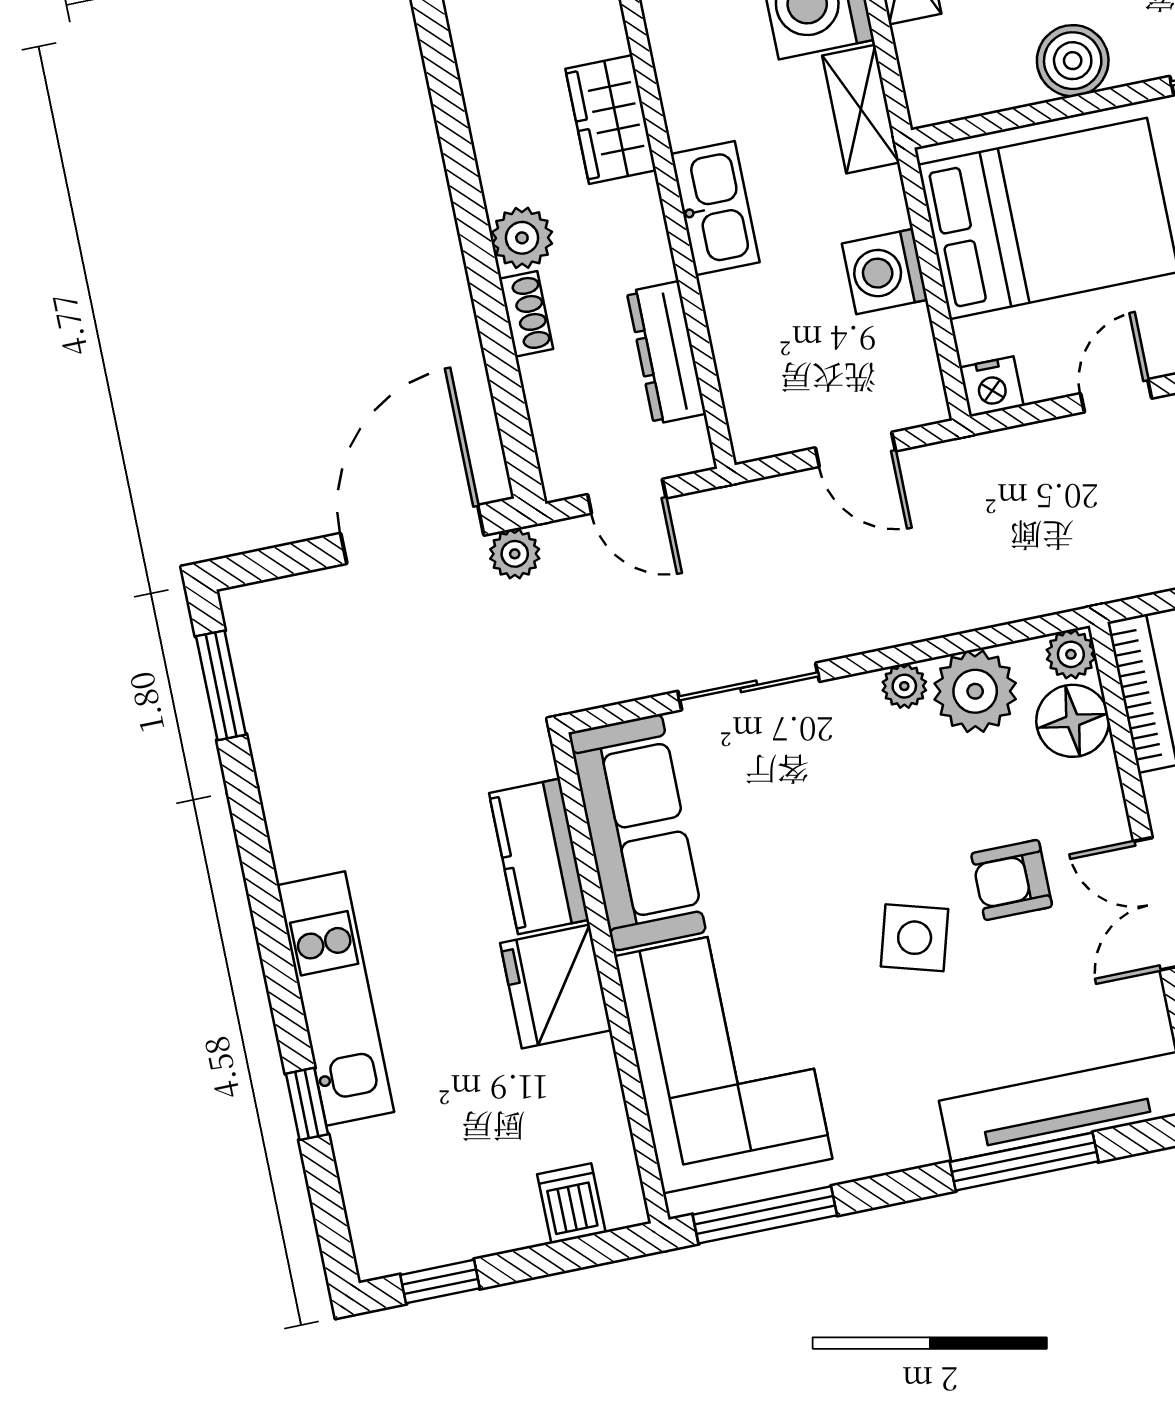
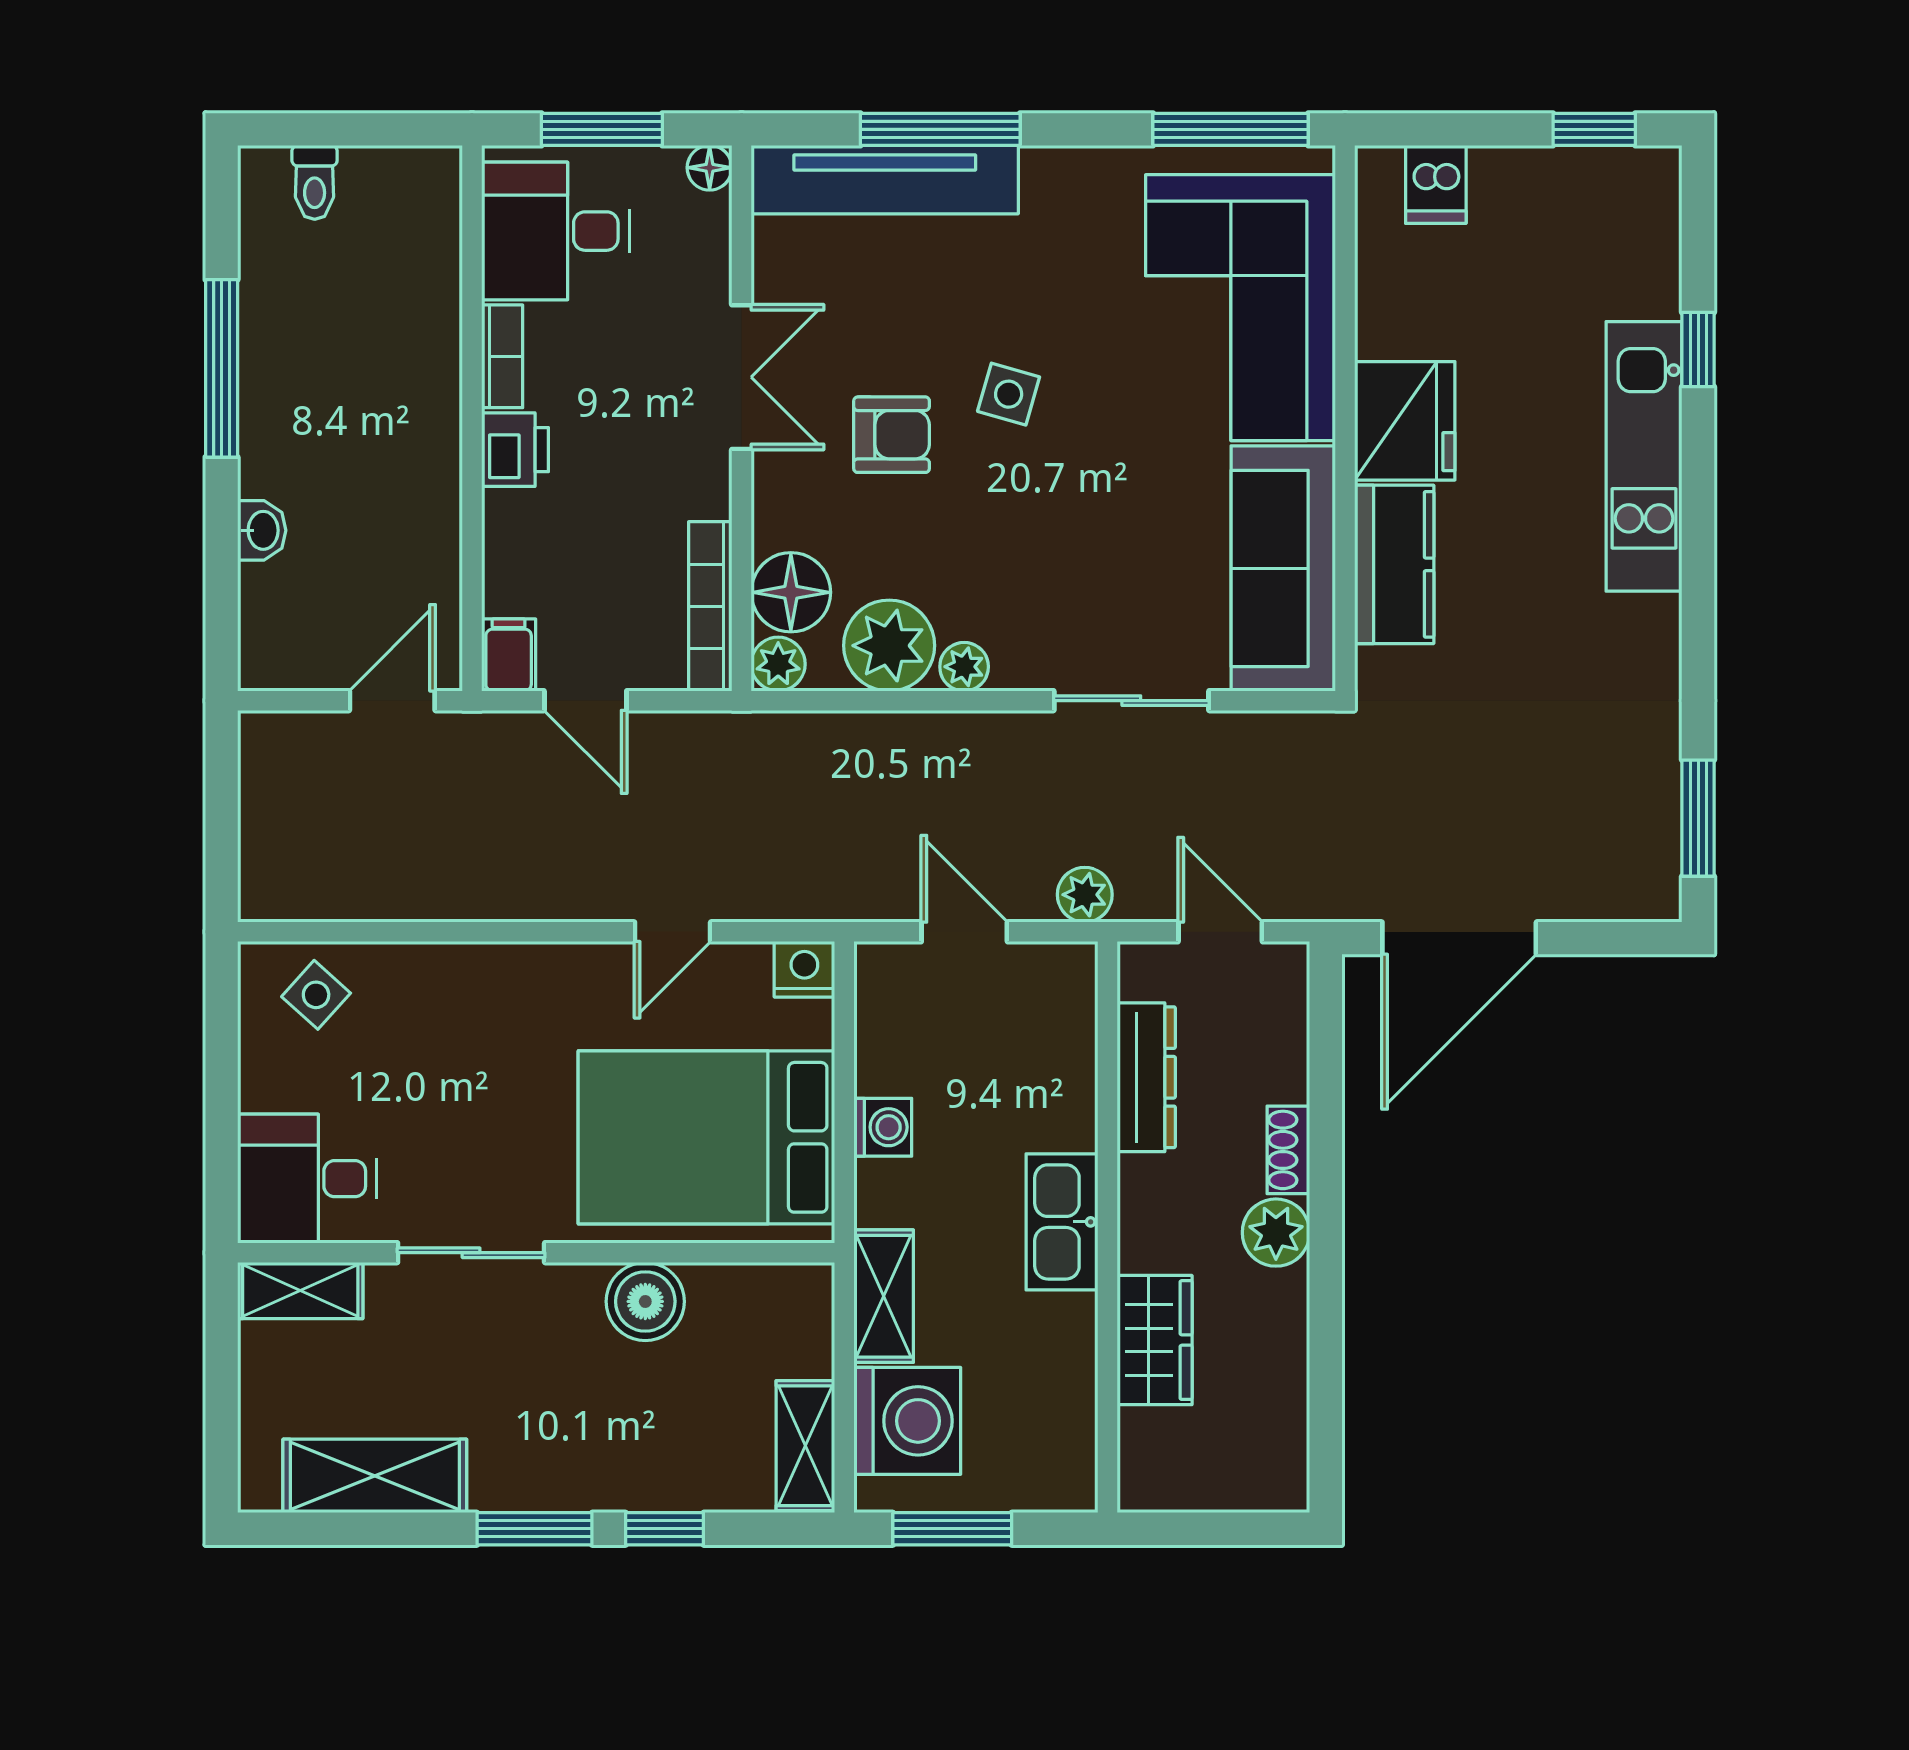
washing machine: (885, 272) -> (883, 1127), width x0.73, depth x0.73
plant: (515, 554) -> (1085, 895), moved
side table: (915, 938) -> (1009, 394), width x0.73, depth x0.73

